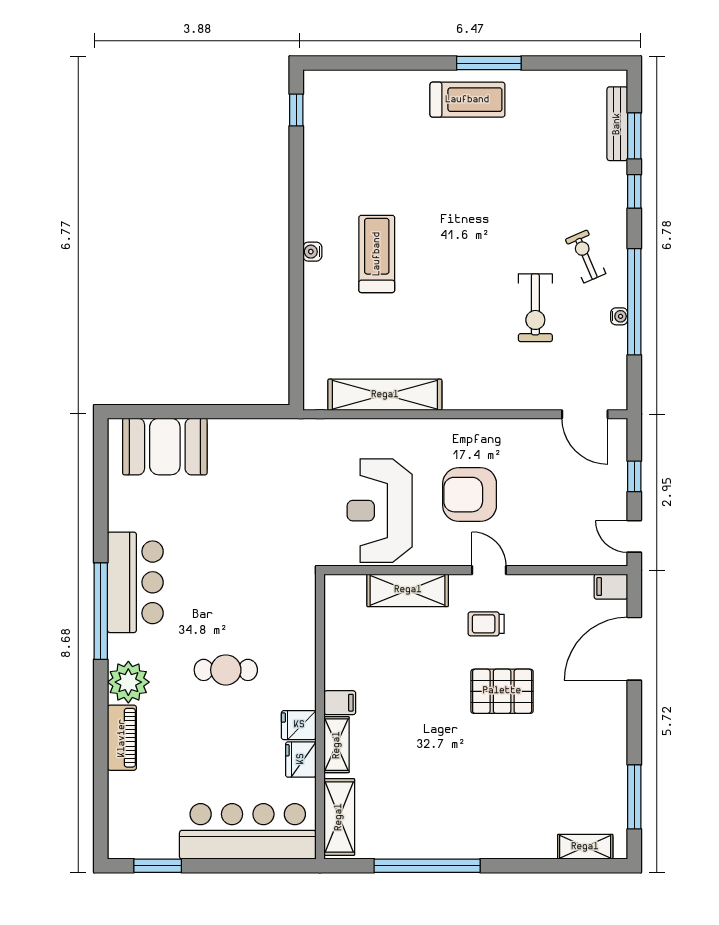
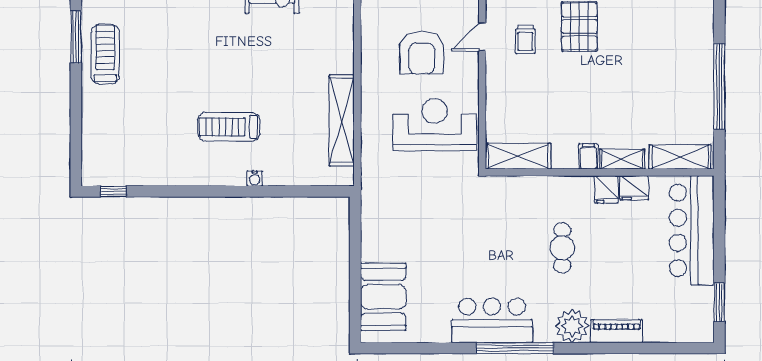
water cooler: (312, 252) -> (255, 179), moved
reception desk: (380, 511) -> (435, 125), turned 180
shelving: (408, 590) -> (518, 156), moved, turned 90

